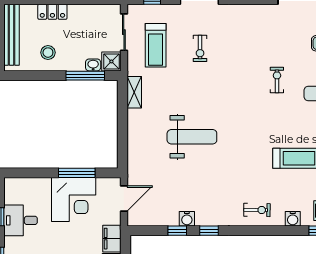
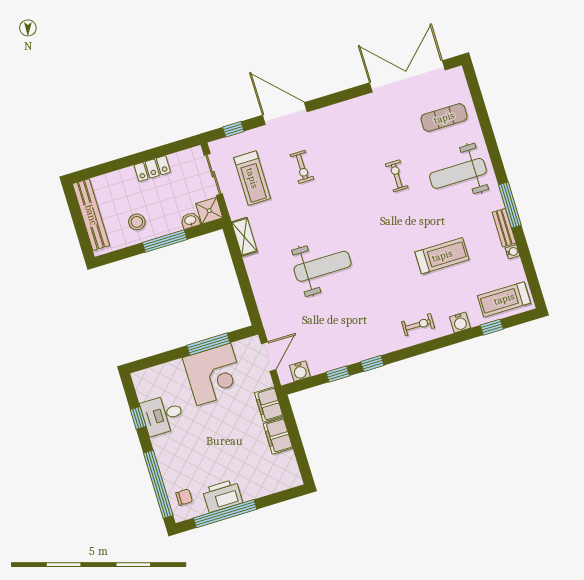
locker: (52, 12) -> (152, 169), moved
window: (85, 76) -> (165, 241), moved
water cooler: (187, 219) -> (300, 371), moved

